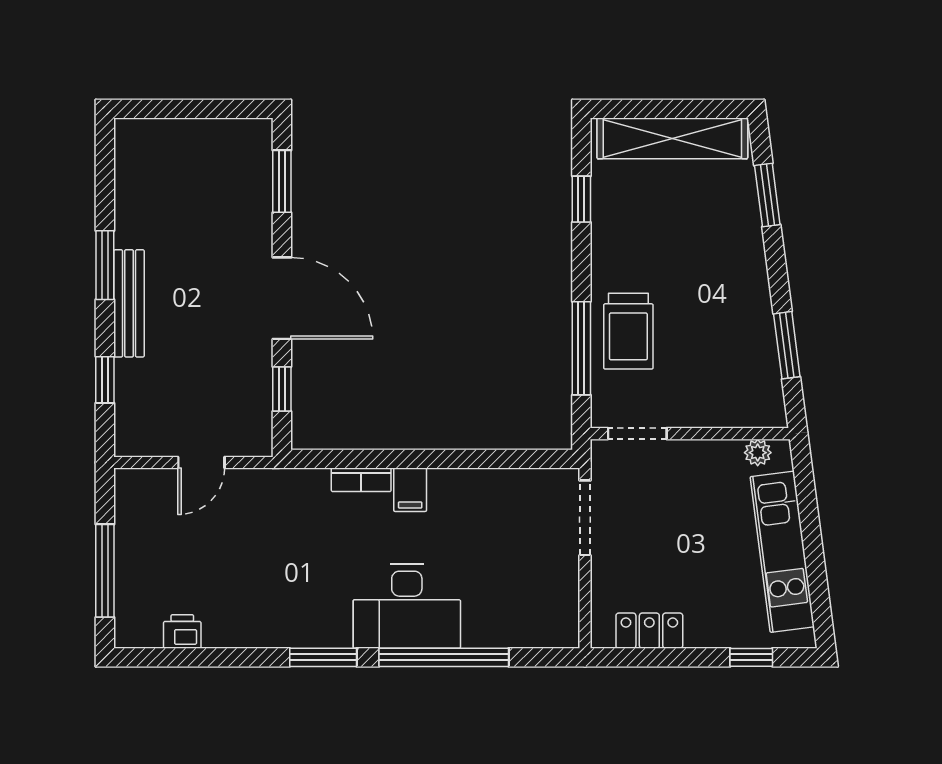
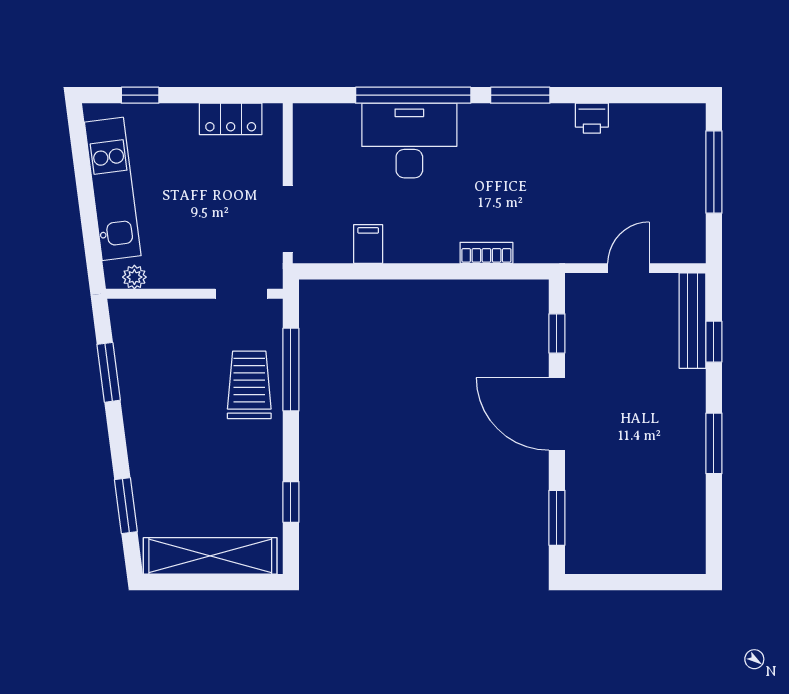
bench: (129, 303) -> (693, 321), moved
filing cabinet: (410, 490) -> (368, 244), moved
desk: (407, 606) -> (409, 140), moved
printer: (182, 632) -> (592, 118), moved

